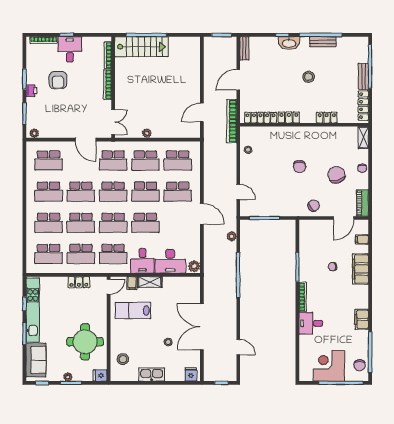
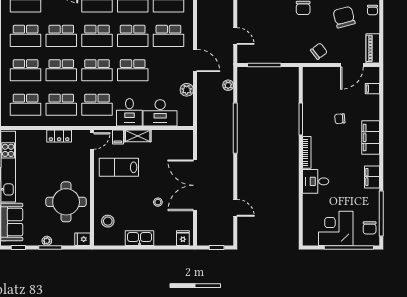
plant: (194, 266) -> (187, 90), moved
filing cabinet: (361, 269) -> (371, 138), moved

